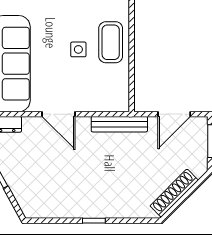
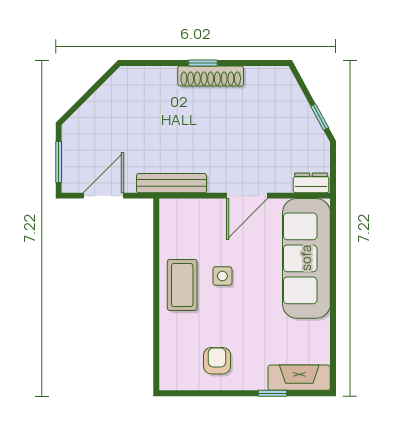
door: (59, 114) -> (247, 196), swing flipped
shoe rack: (174, 193) -> (211, 76), moved, turned 45

